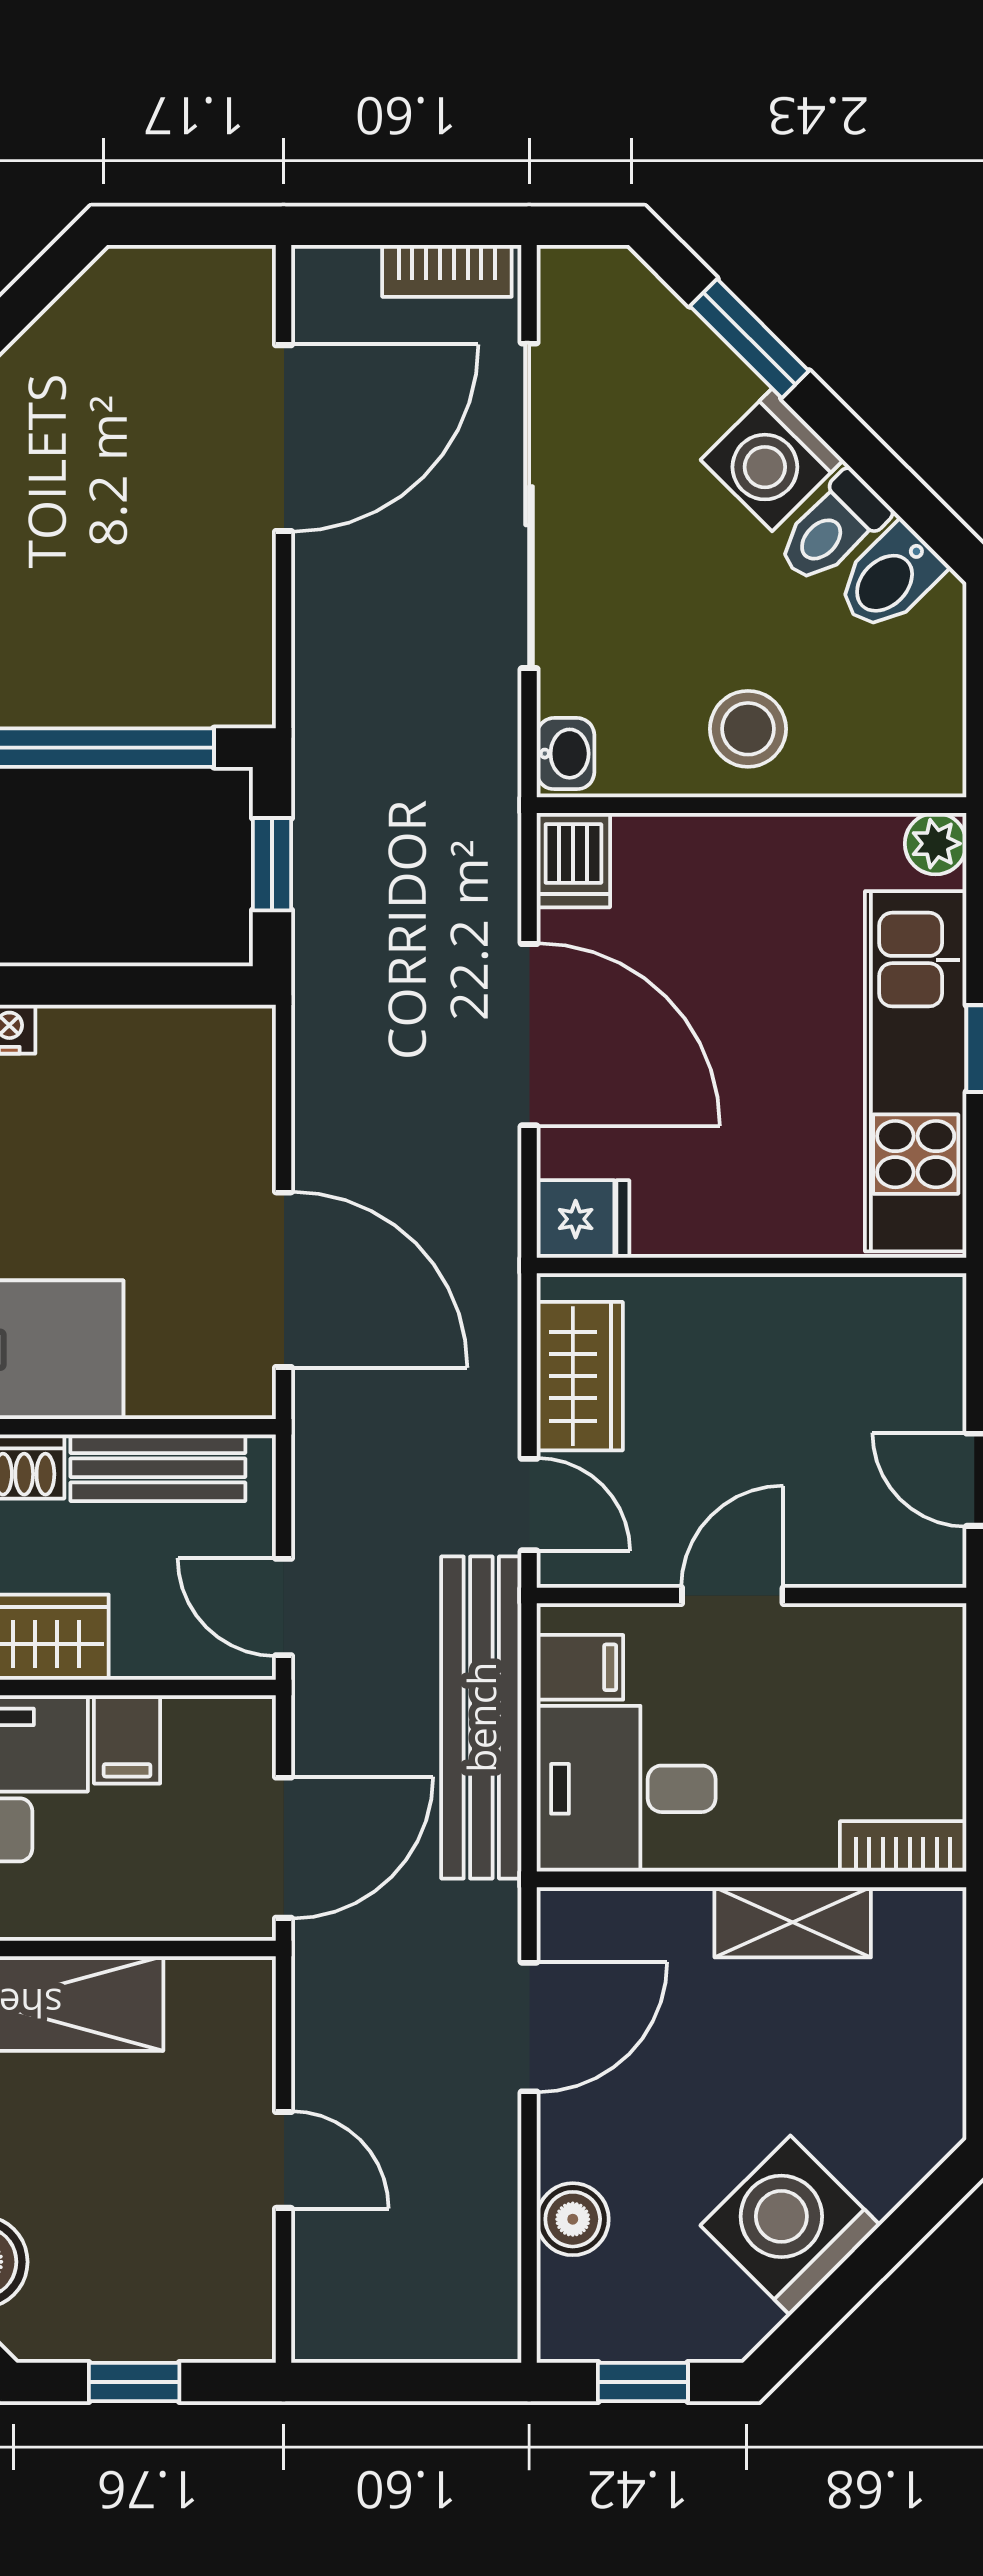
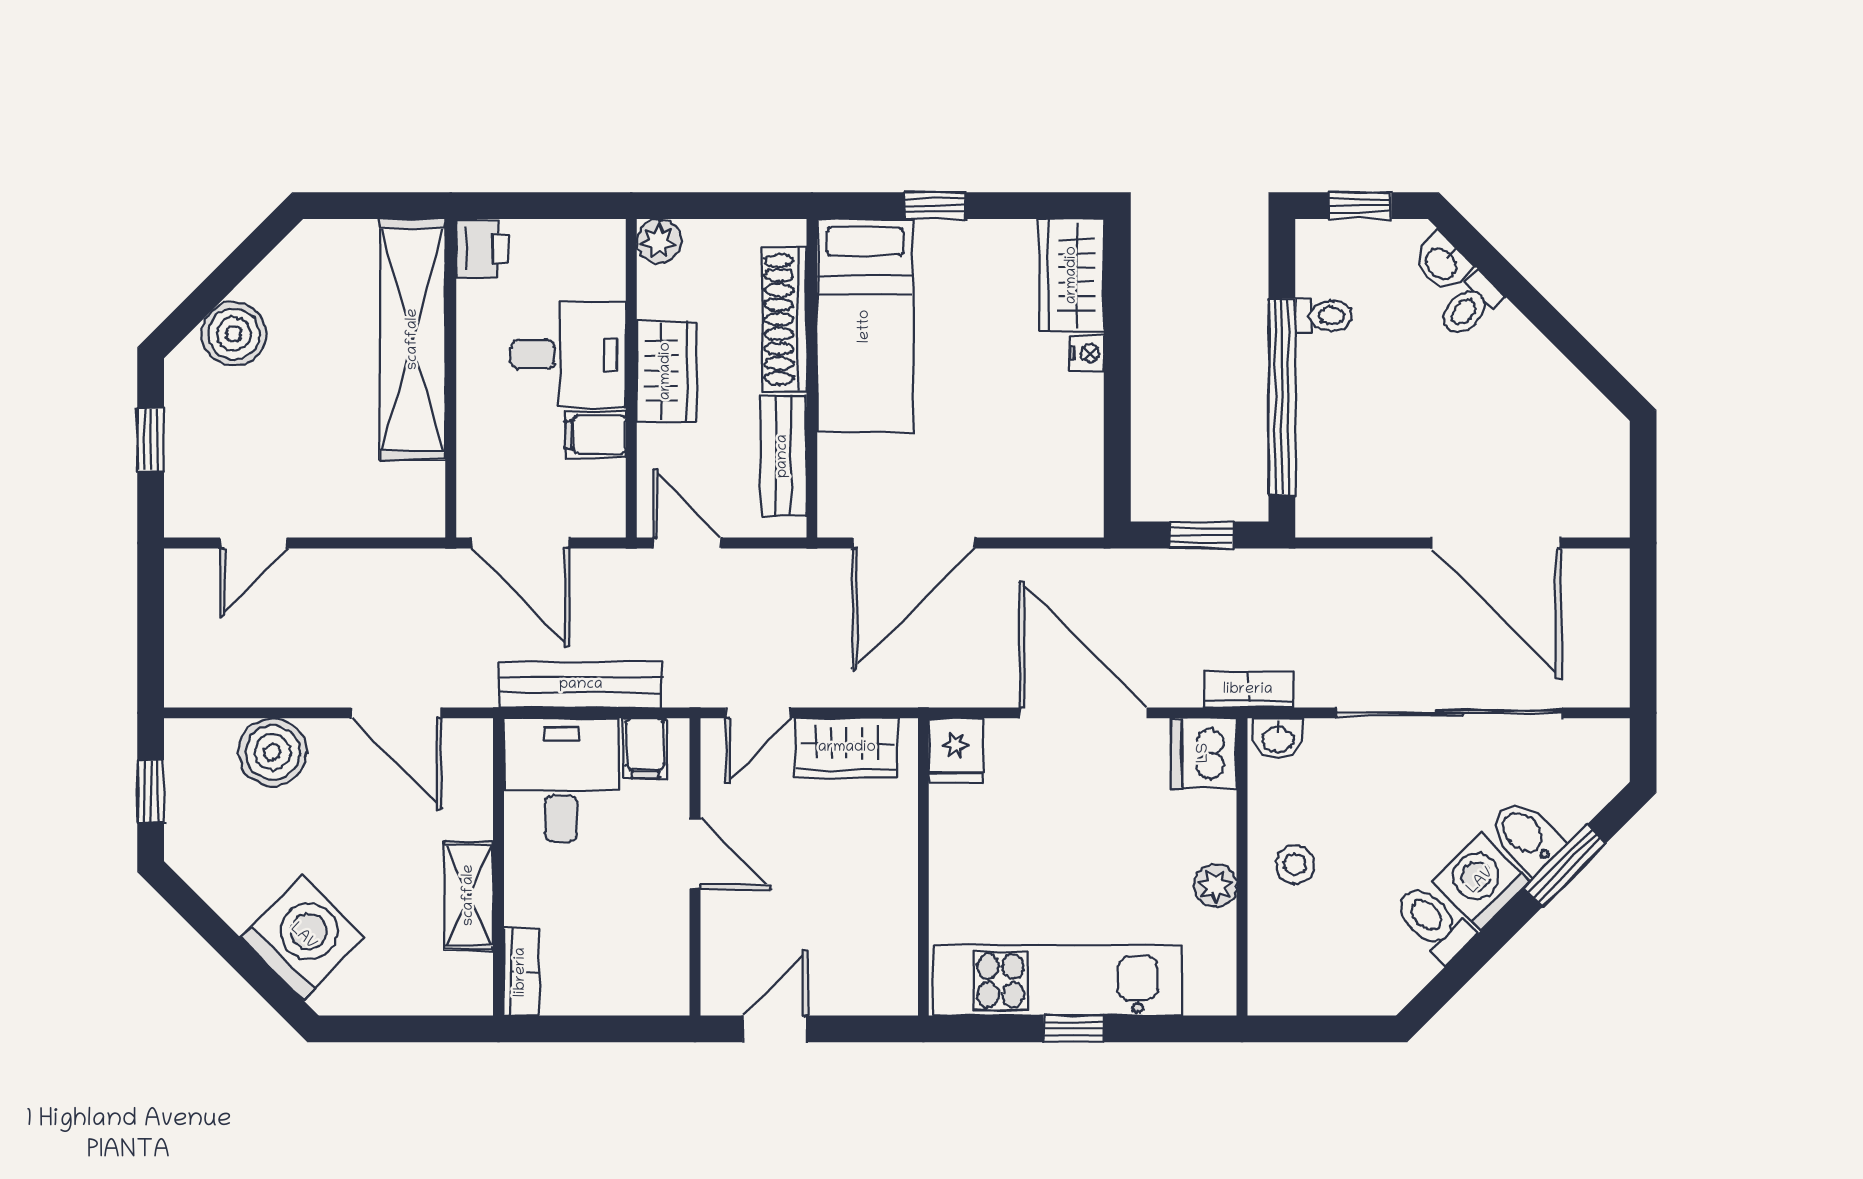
bookcase: (447, 271) -> (1248, 690), moved, turned 90
bidet: (890, 578) -> (1526, 836), moved
stool: (748, 729) -> (1295, 864), width x0.73, depth x0.73
plant: (936, 844) -> (1215, 886), moved
dishwasher: (573, 860) -> (1204, 753), width x1.38
door: (529, 1035) -> (1083, 713), swing flipped
door: (284, 1607) -> (687, 543), hinge flipped
bench: (481, 1717) -> (581, 685), width x0.73, depth x0.82
door: (284, 2160) -> (254, 543), moved
boiler: (573, 2219) -> (272, 752), width x1.36, depth x1.36
washing machine: (790, 2225) -> (303, 937), moved

